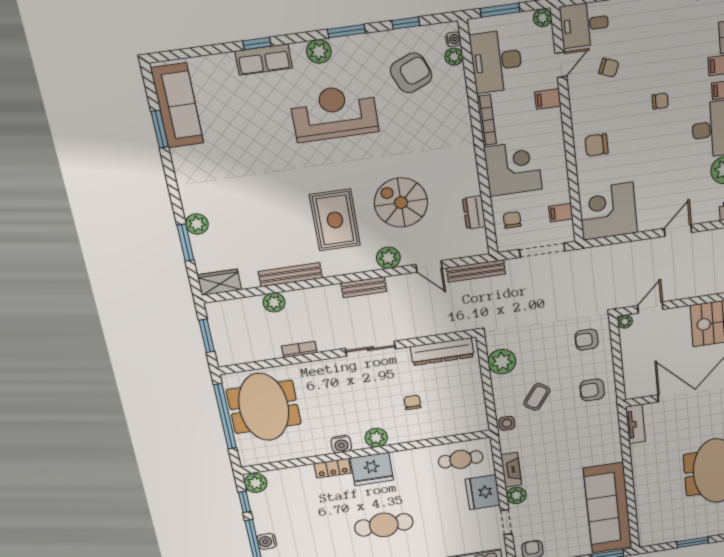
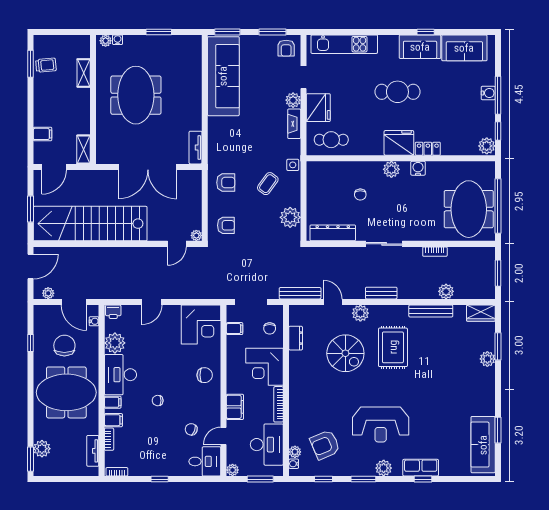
filing cabinet: (548, 99) -> (235, 407), width x2.00

